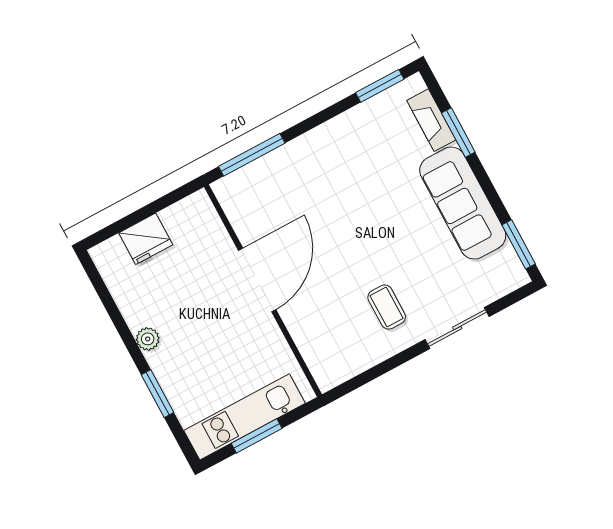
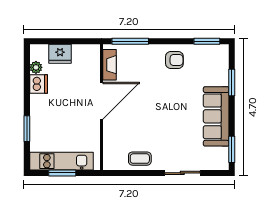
fireplace: (431, 120) -> (110, 65), moved, turned 180
armchair: (342, 146) -> (174, 60), added
coffee table: (387, 307) -> (140, 159), moved, turned 90
dishwasher: (137, 309) -> (39, 84), added
plant: (148, 339) -> (36, 67), moved

